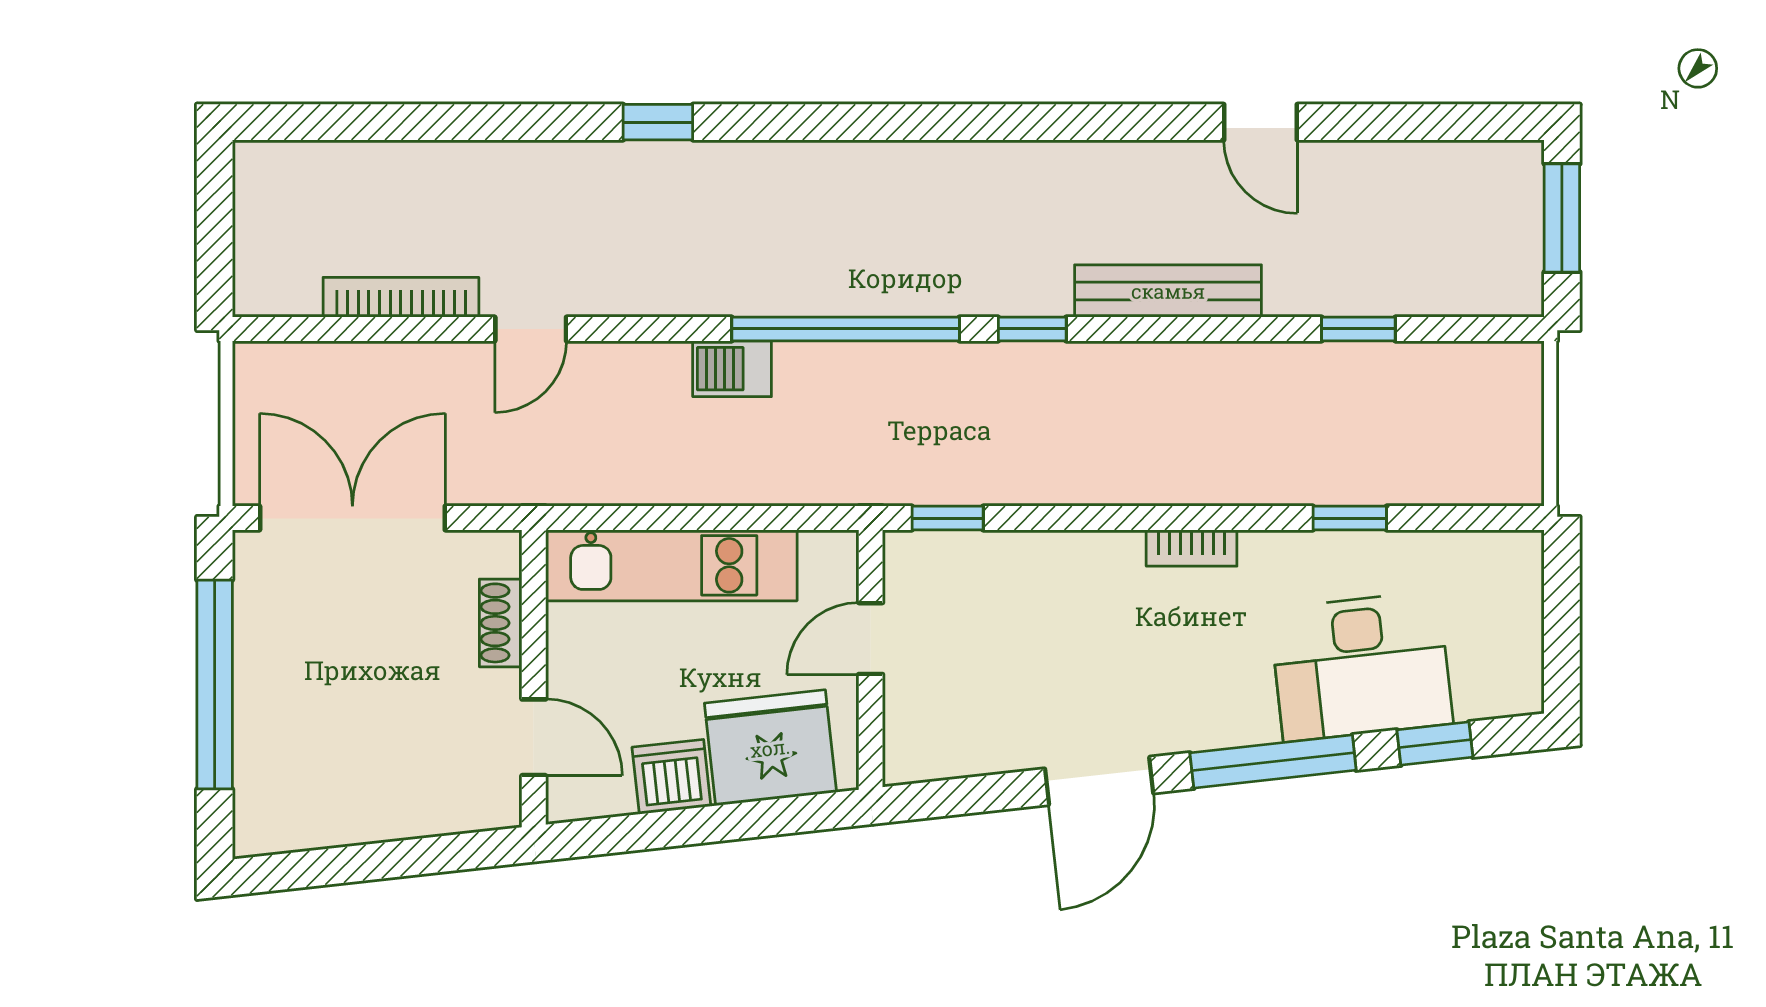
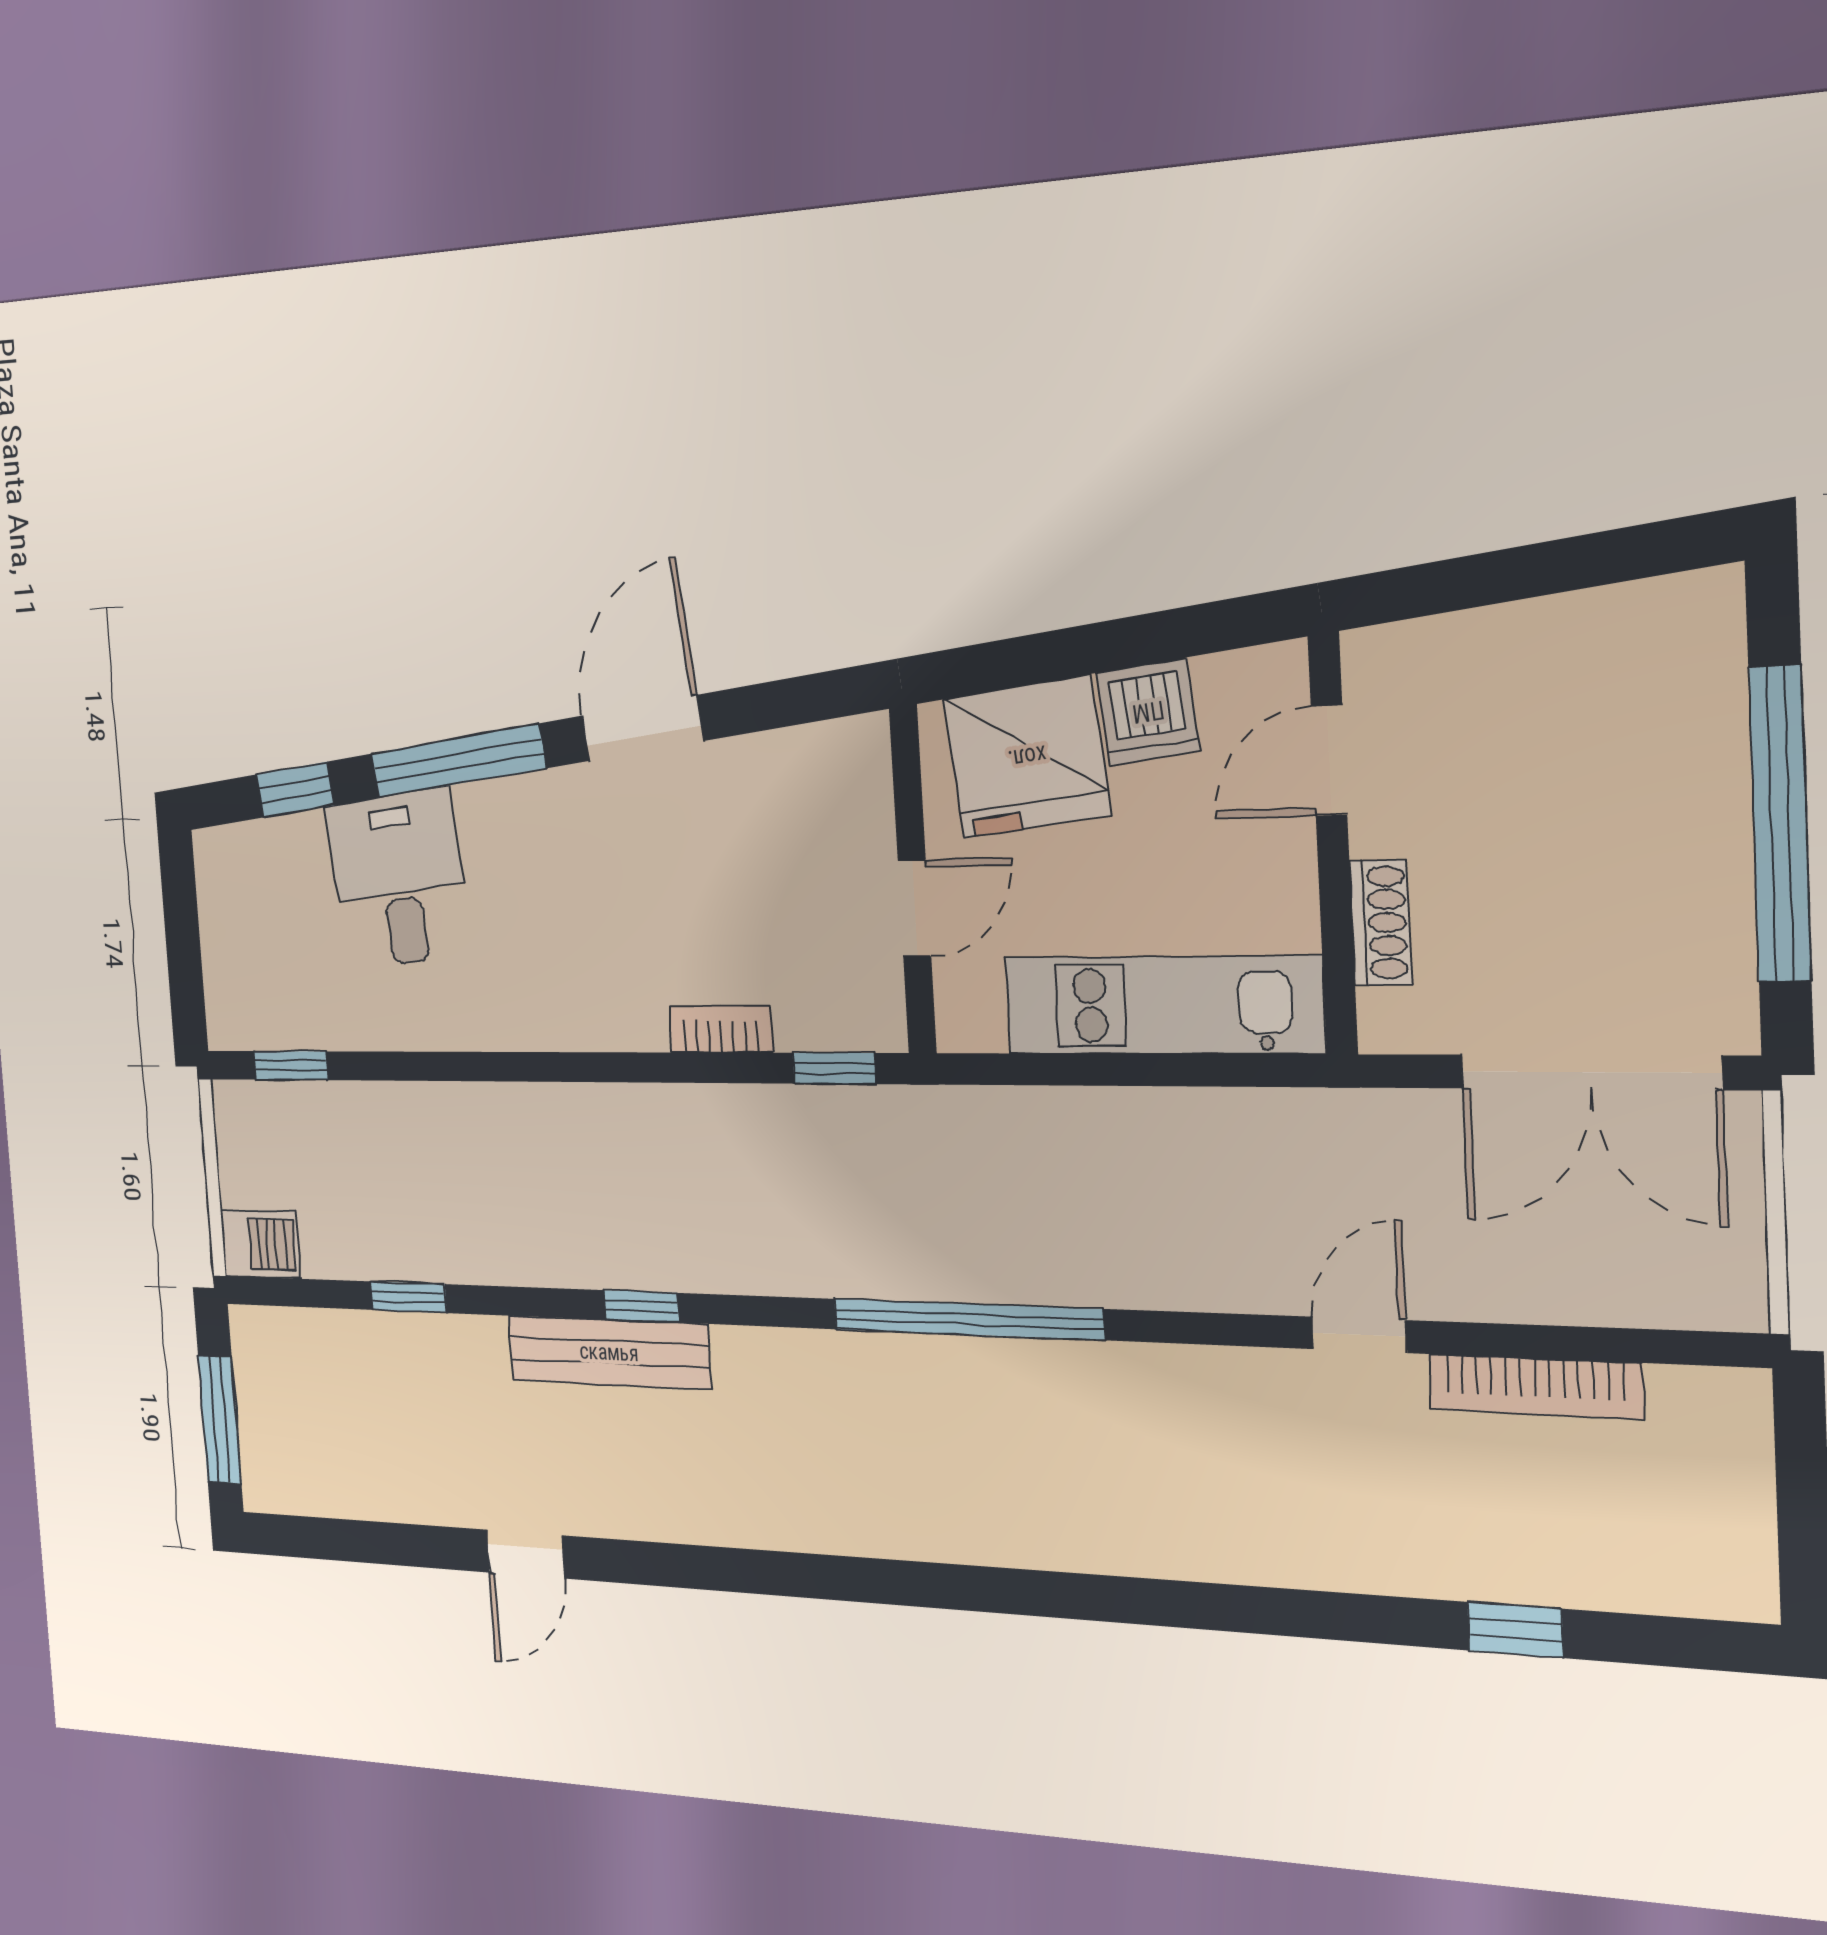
window: (658, 122) -> (1515, 1630), moved
door: (1260, 122) -> (526, 1554), swing flipped
window: (1032, 329) -> (641, 1306), moved
barbecue: (732, 369) -> (261, 1244), moved
window: (1350, 518) -> (291, 1066), moved
bookcase: (1192, 548) -> (721, 1029), moved
desk: (1361, 666) -> (399, 879), width x0.73
door: (534, 737) -> (1329, 760), hinge flipped

